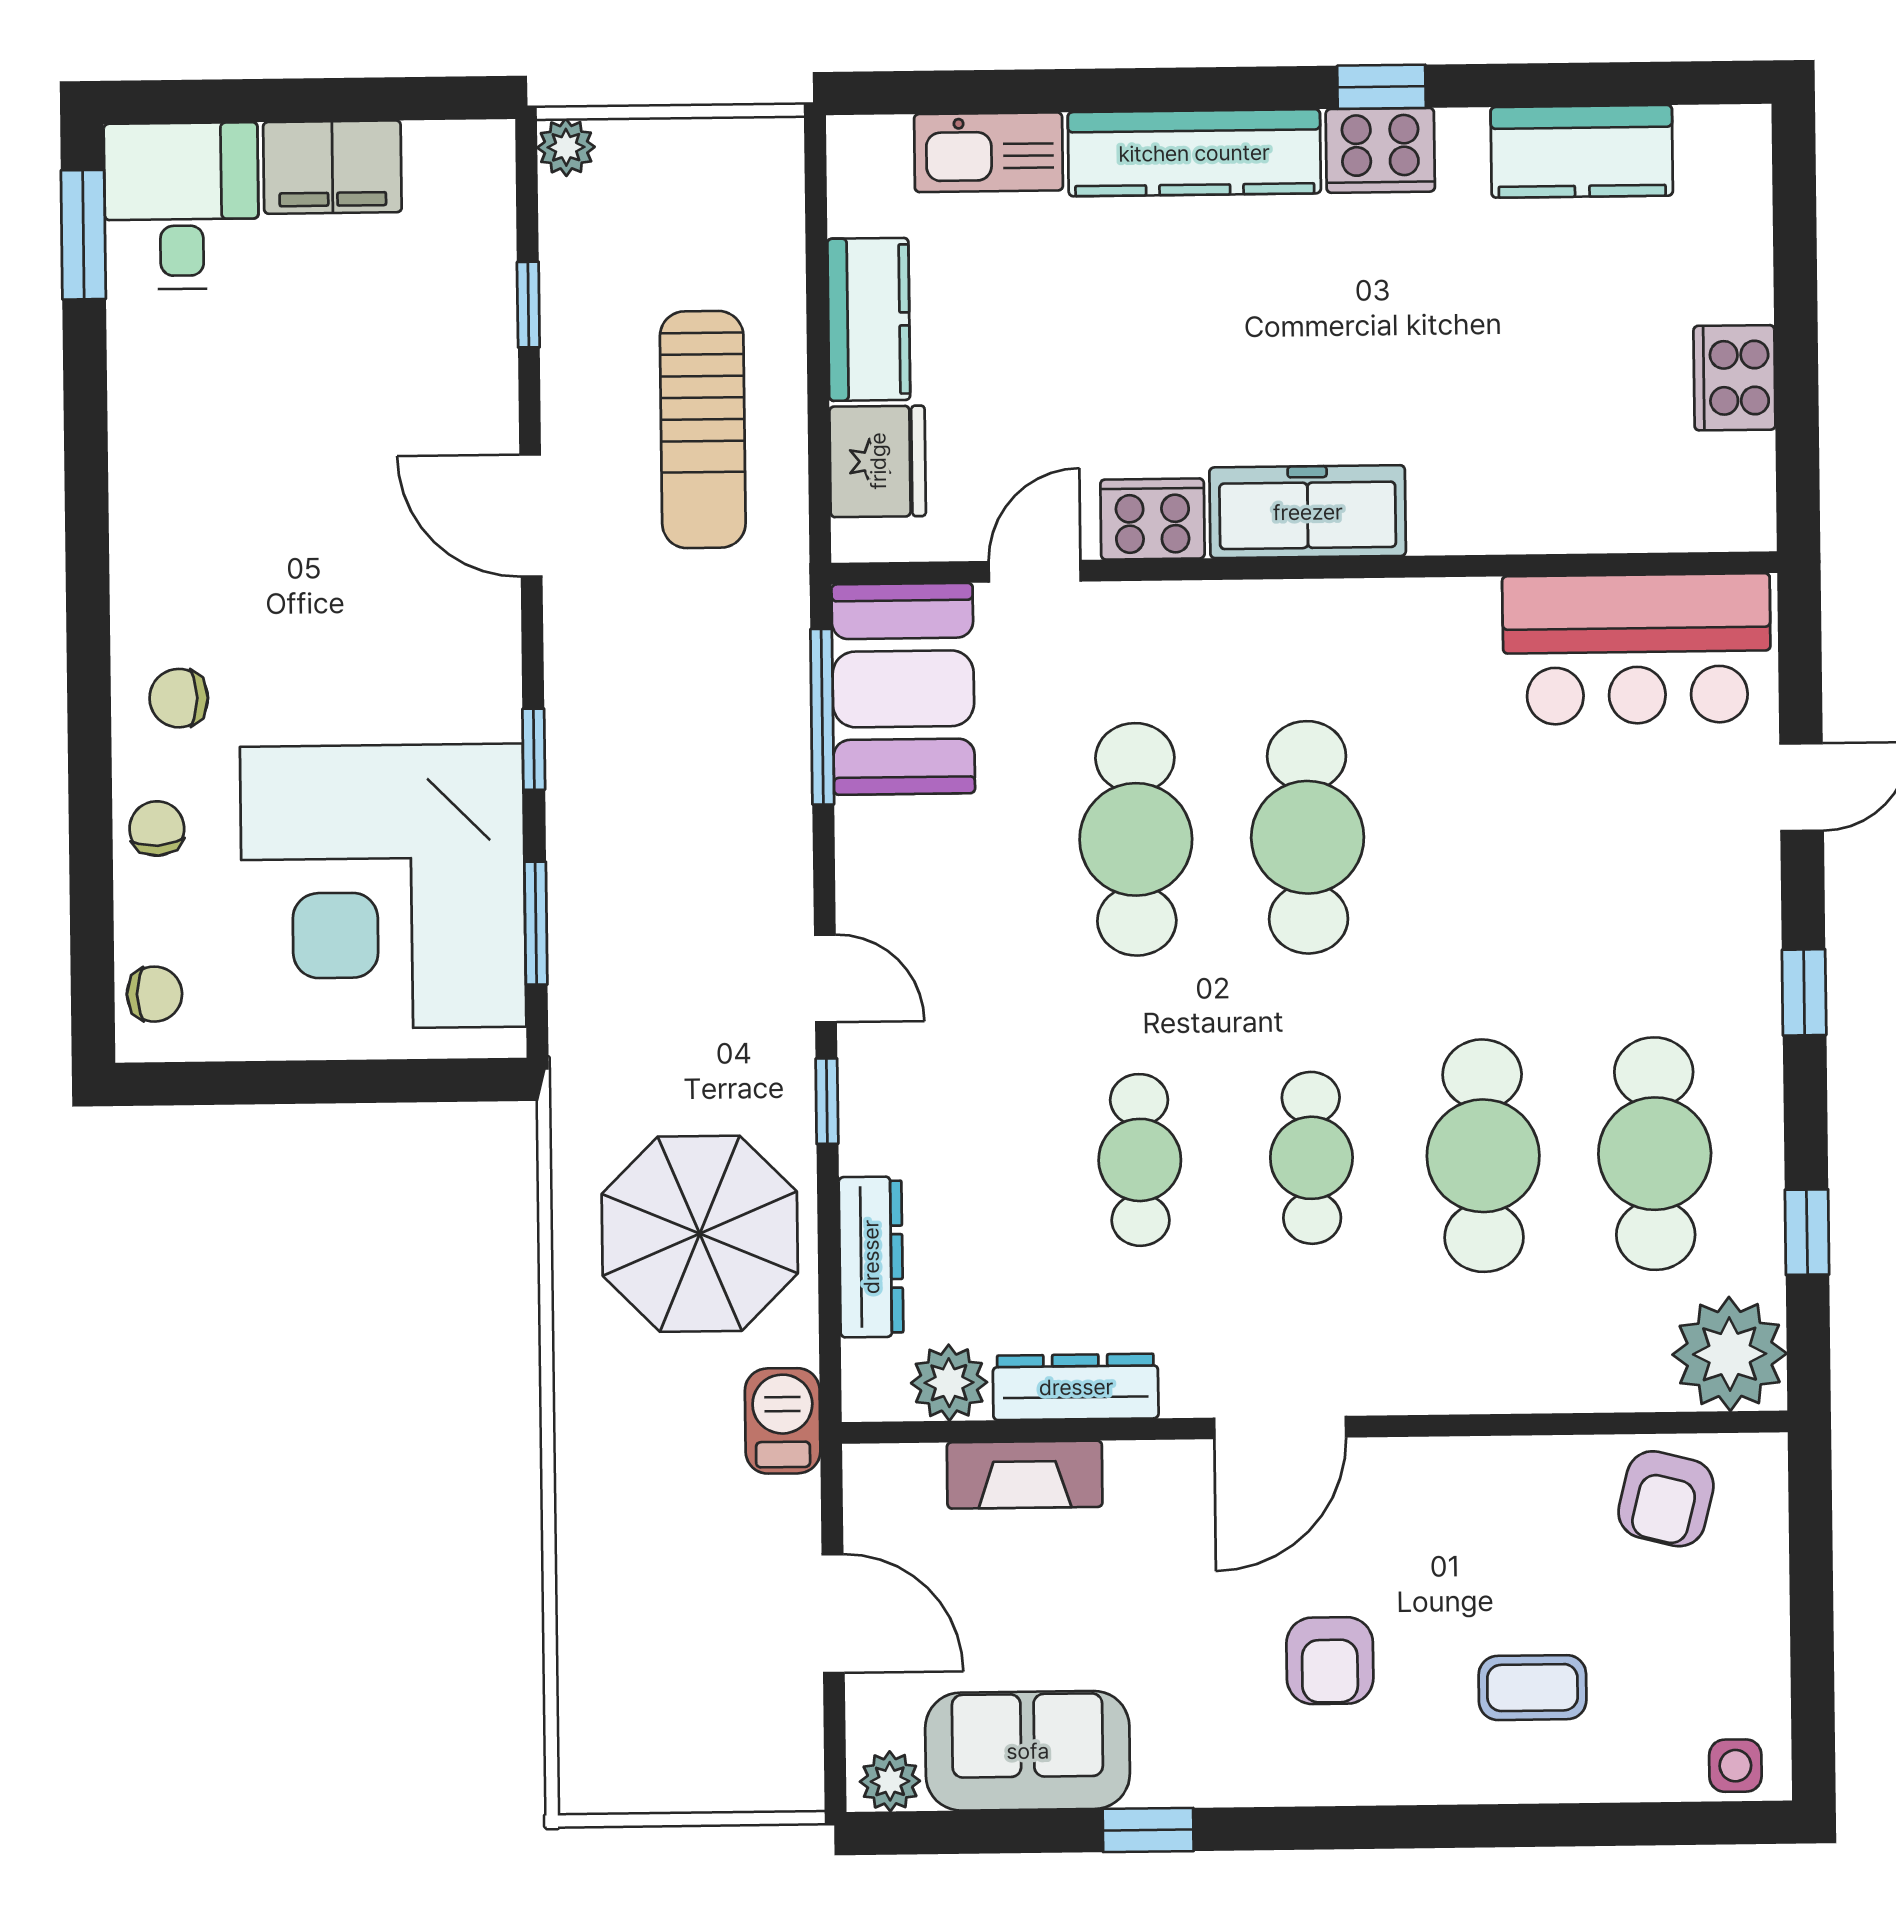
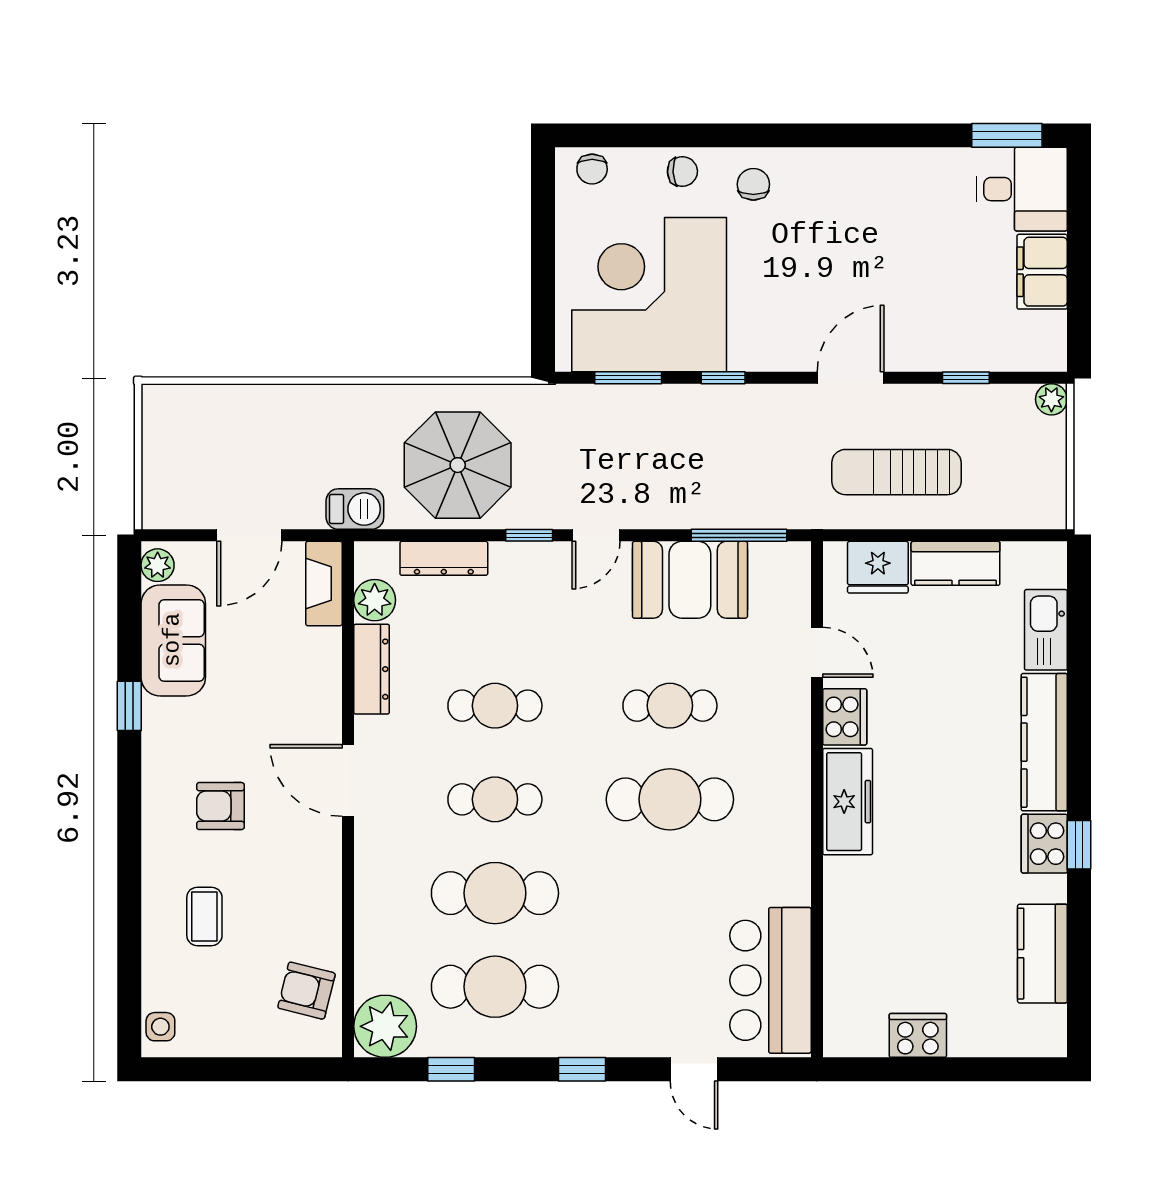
booth: (903, 689) -> (690, 580), moved
cafe table: (1136, 839) -> (670, 706), width x0.73, depth x0.74
fireplace: (1025, 1475) -> (324, 584), moved

